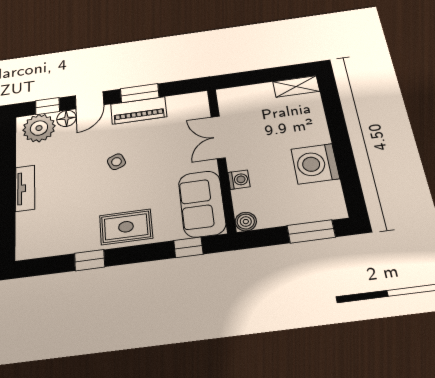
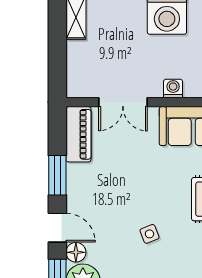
piano: (139, 110) -> (78, 134), moved
side table: (116, 162) -> (149, 234), moved

